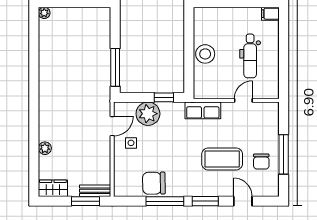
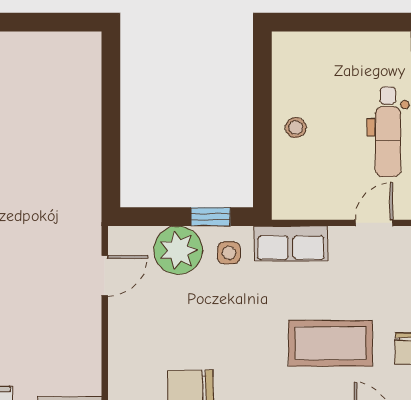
stool: (205, 54) -> (296, 128), width x0.53, depth x0.53
window: (115, 67) -> (111, 155), removed
side table: (131, 143) -> (229, 253), moved

